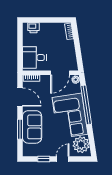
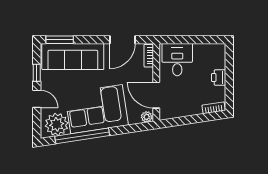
printer: (33, 28) -> (219, 78), moved
window: (86, 105) -> (82, 136), moved
sofa: (32, 127) -> (73, 57), width x1.36
window: (20, 129) -> (60, 40), moved

